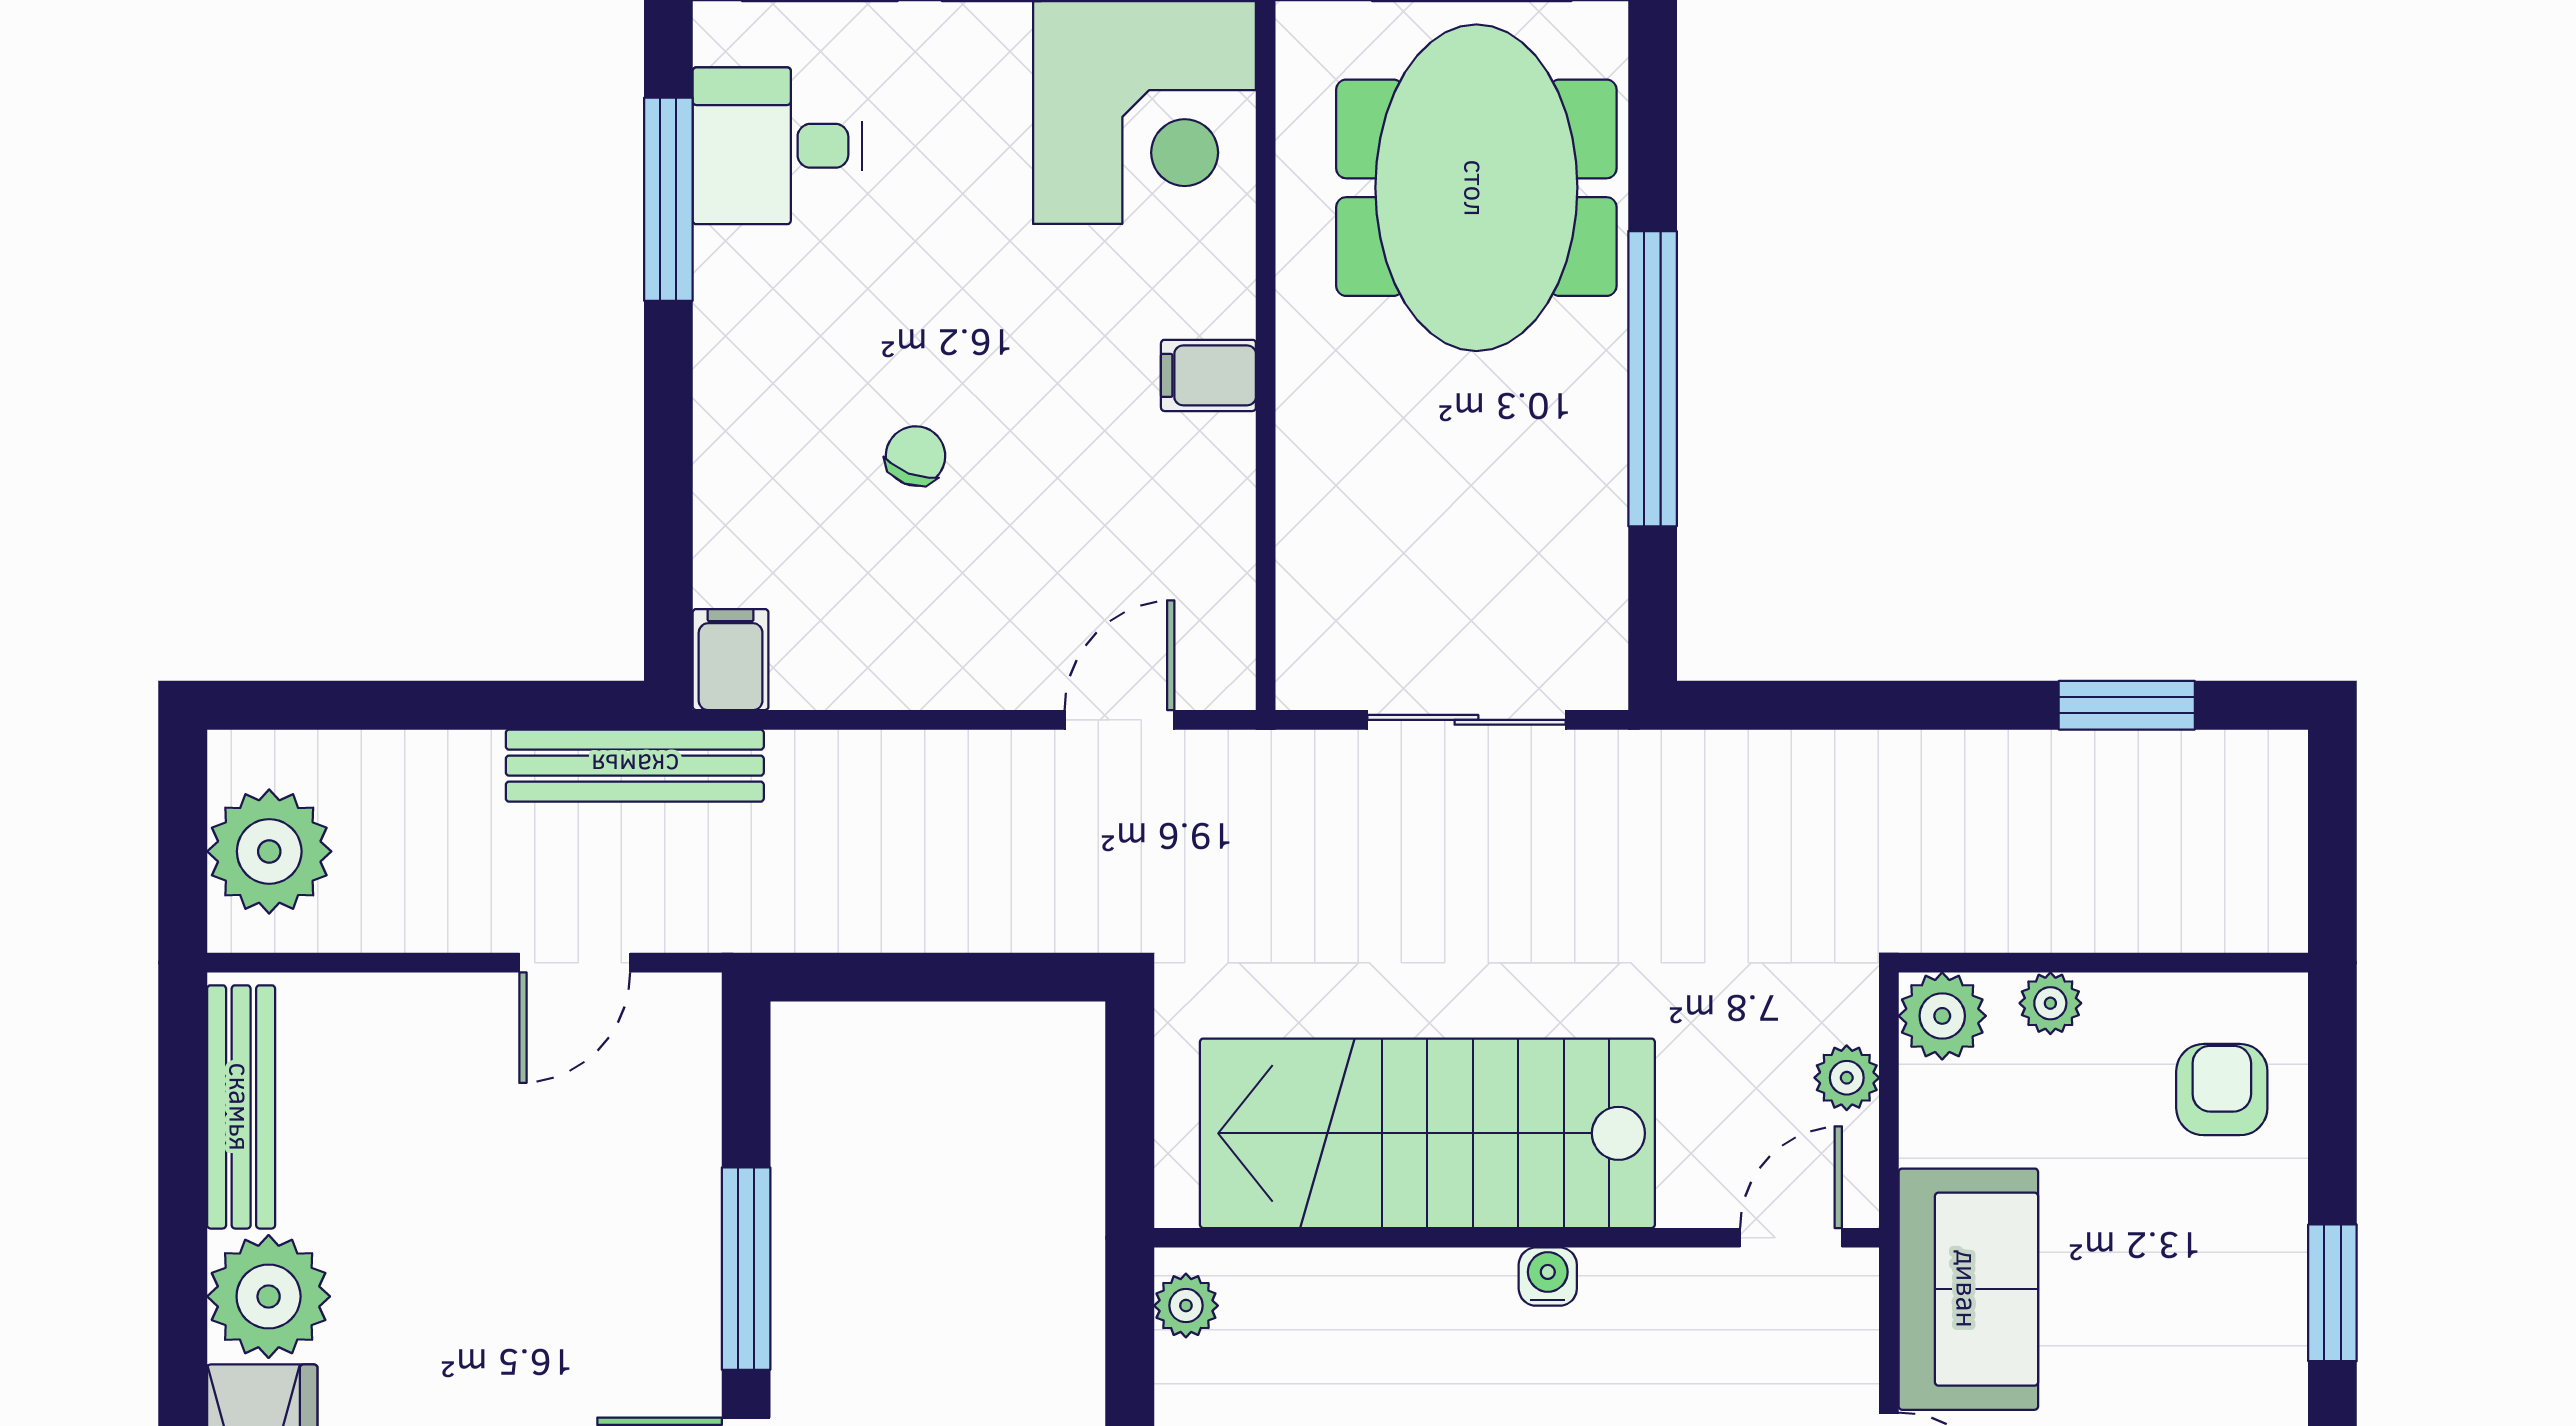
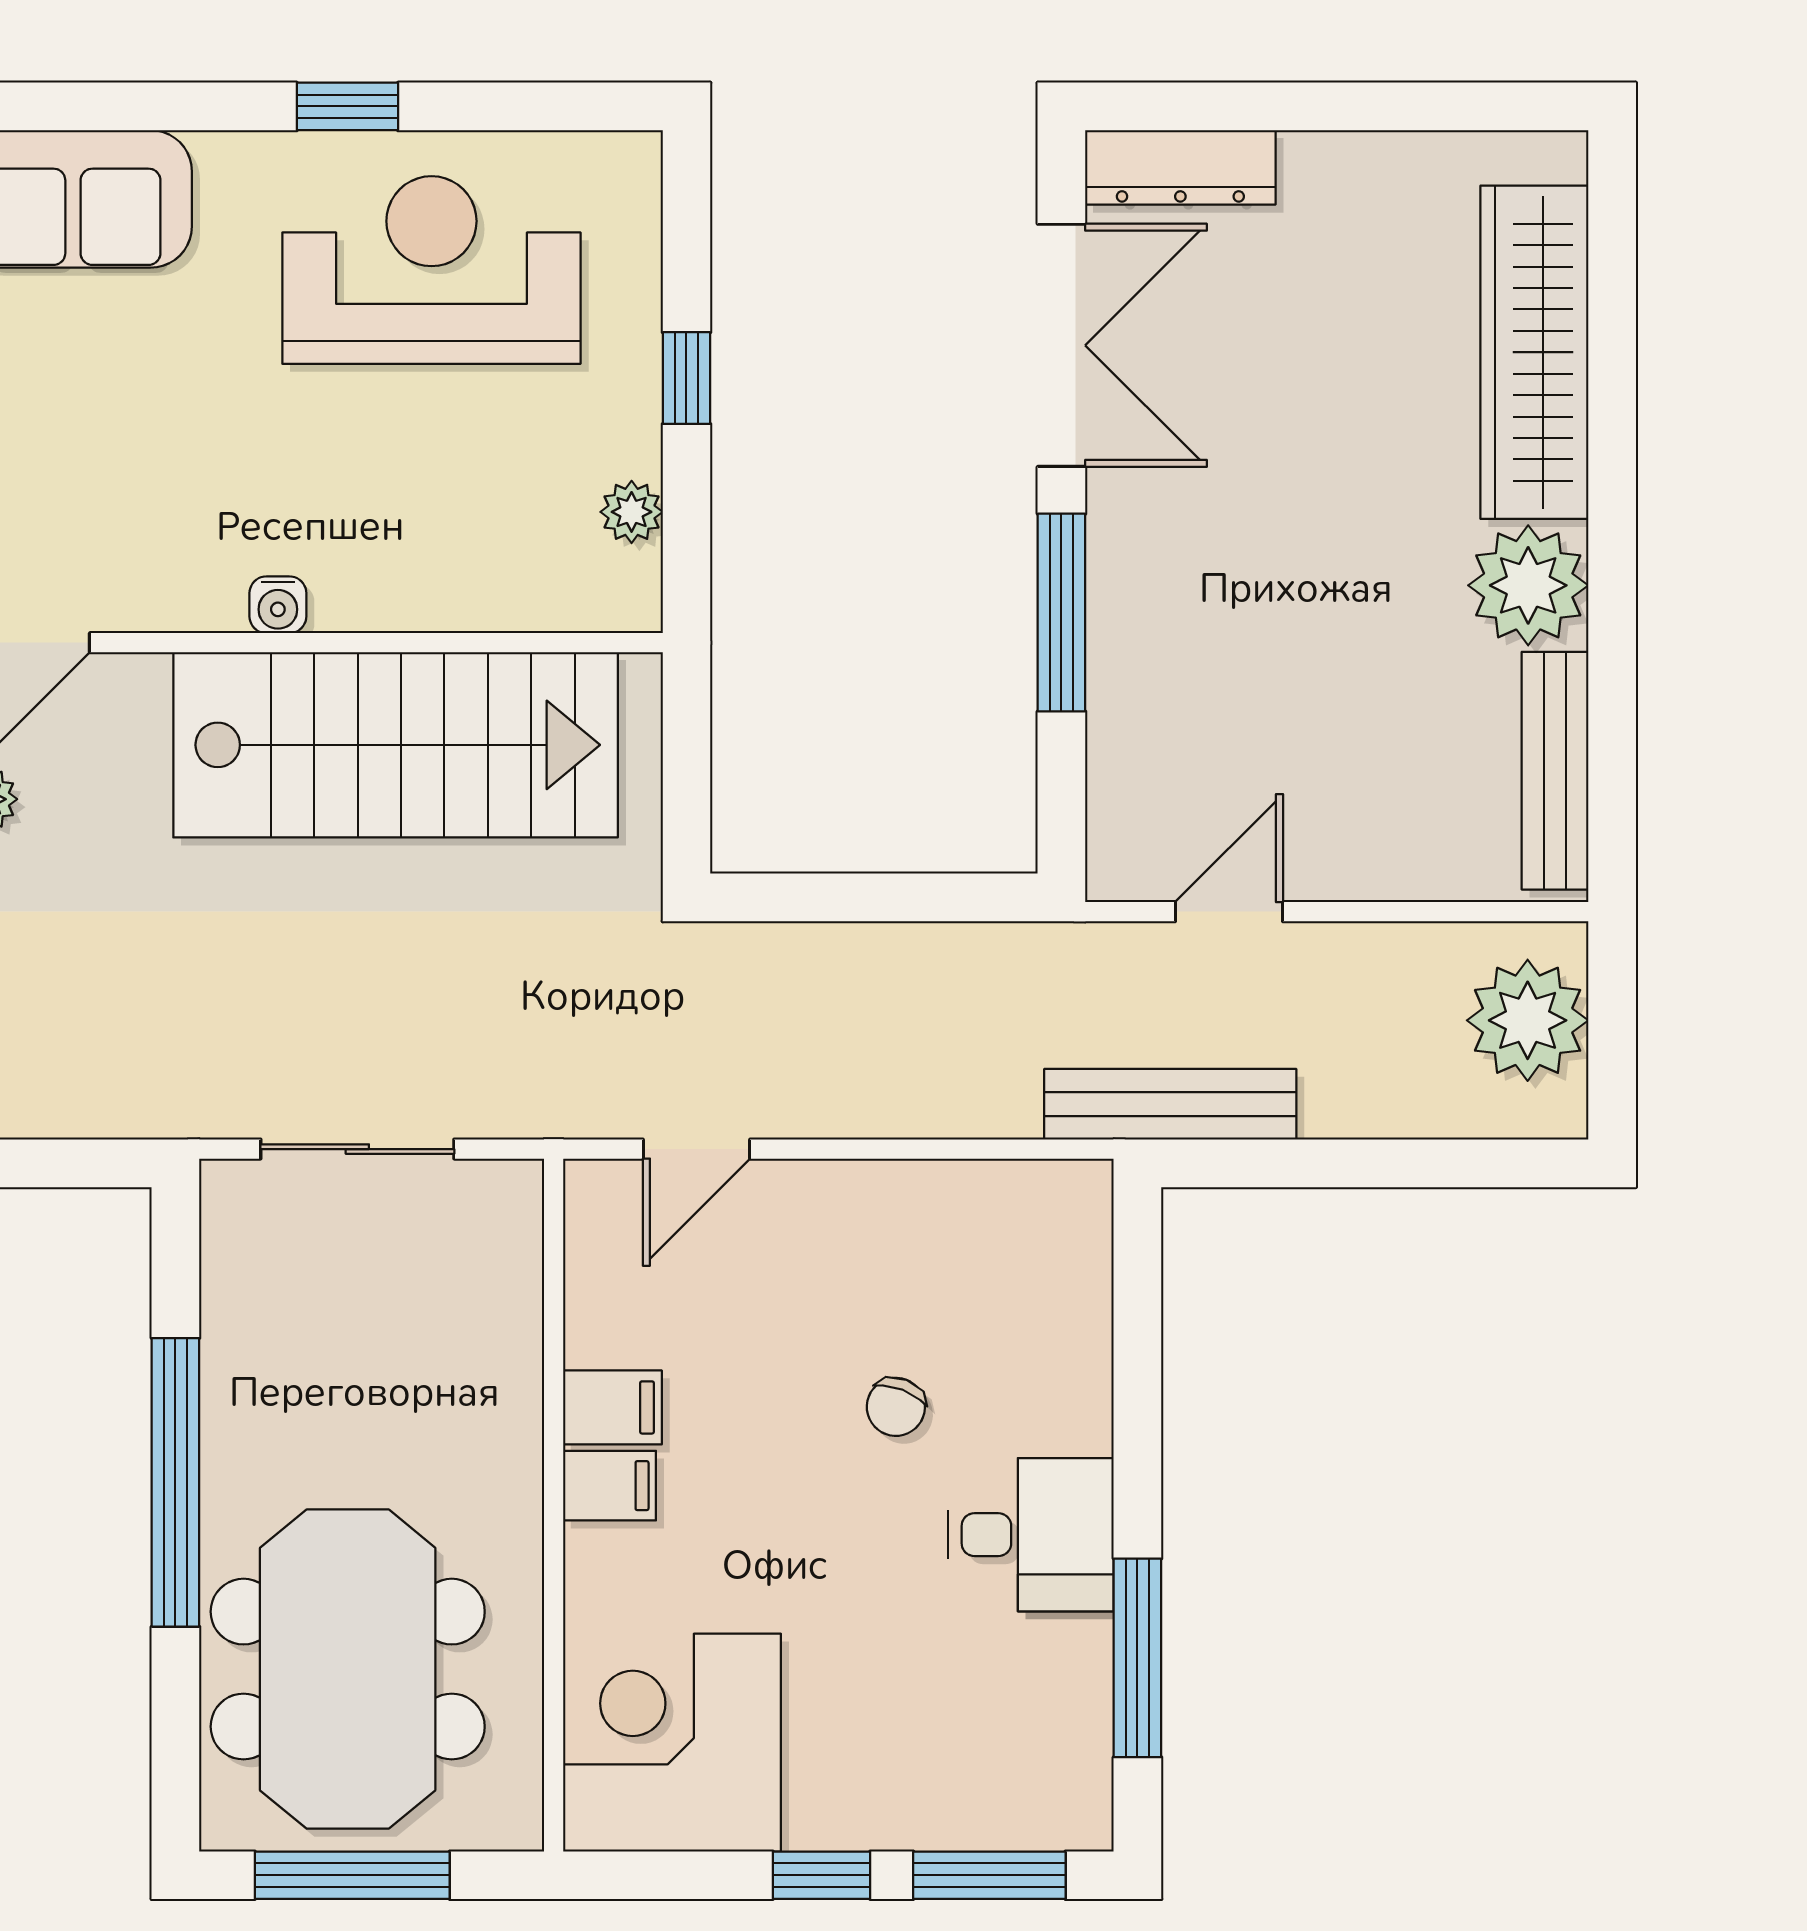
desk: (777, 146) -> (1031, 1535), moved
filing cabinet: (731, 660) -> (612, 1407), moved, turned -90
plant: (1186, 1306) -> (632, 512), moved

